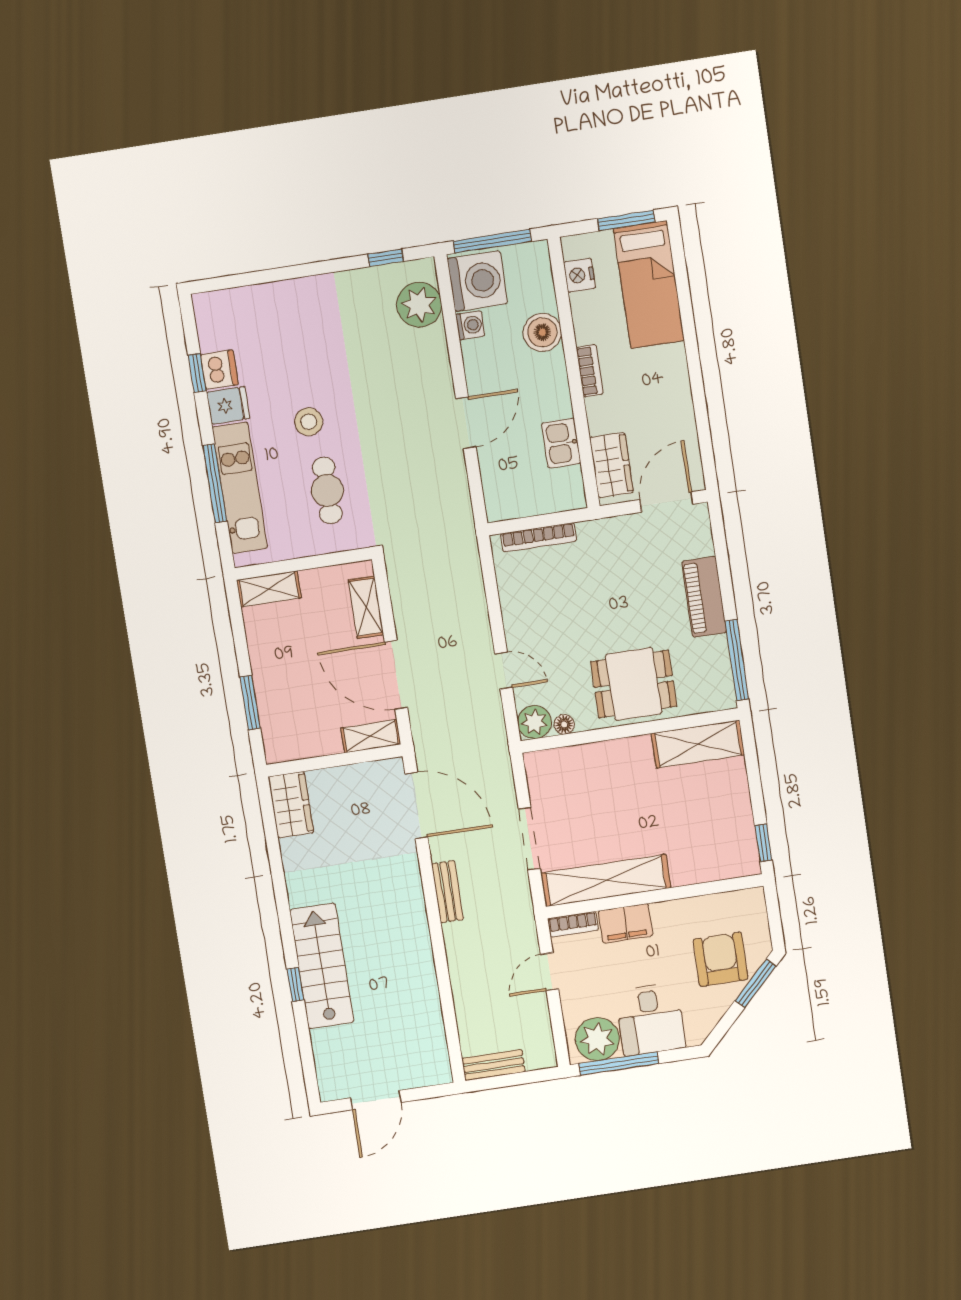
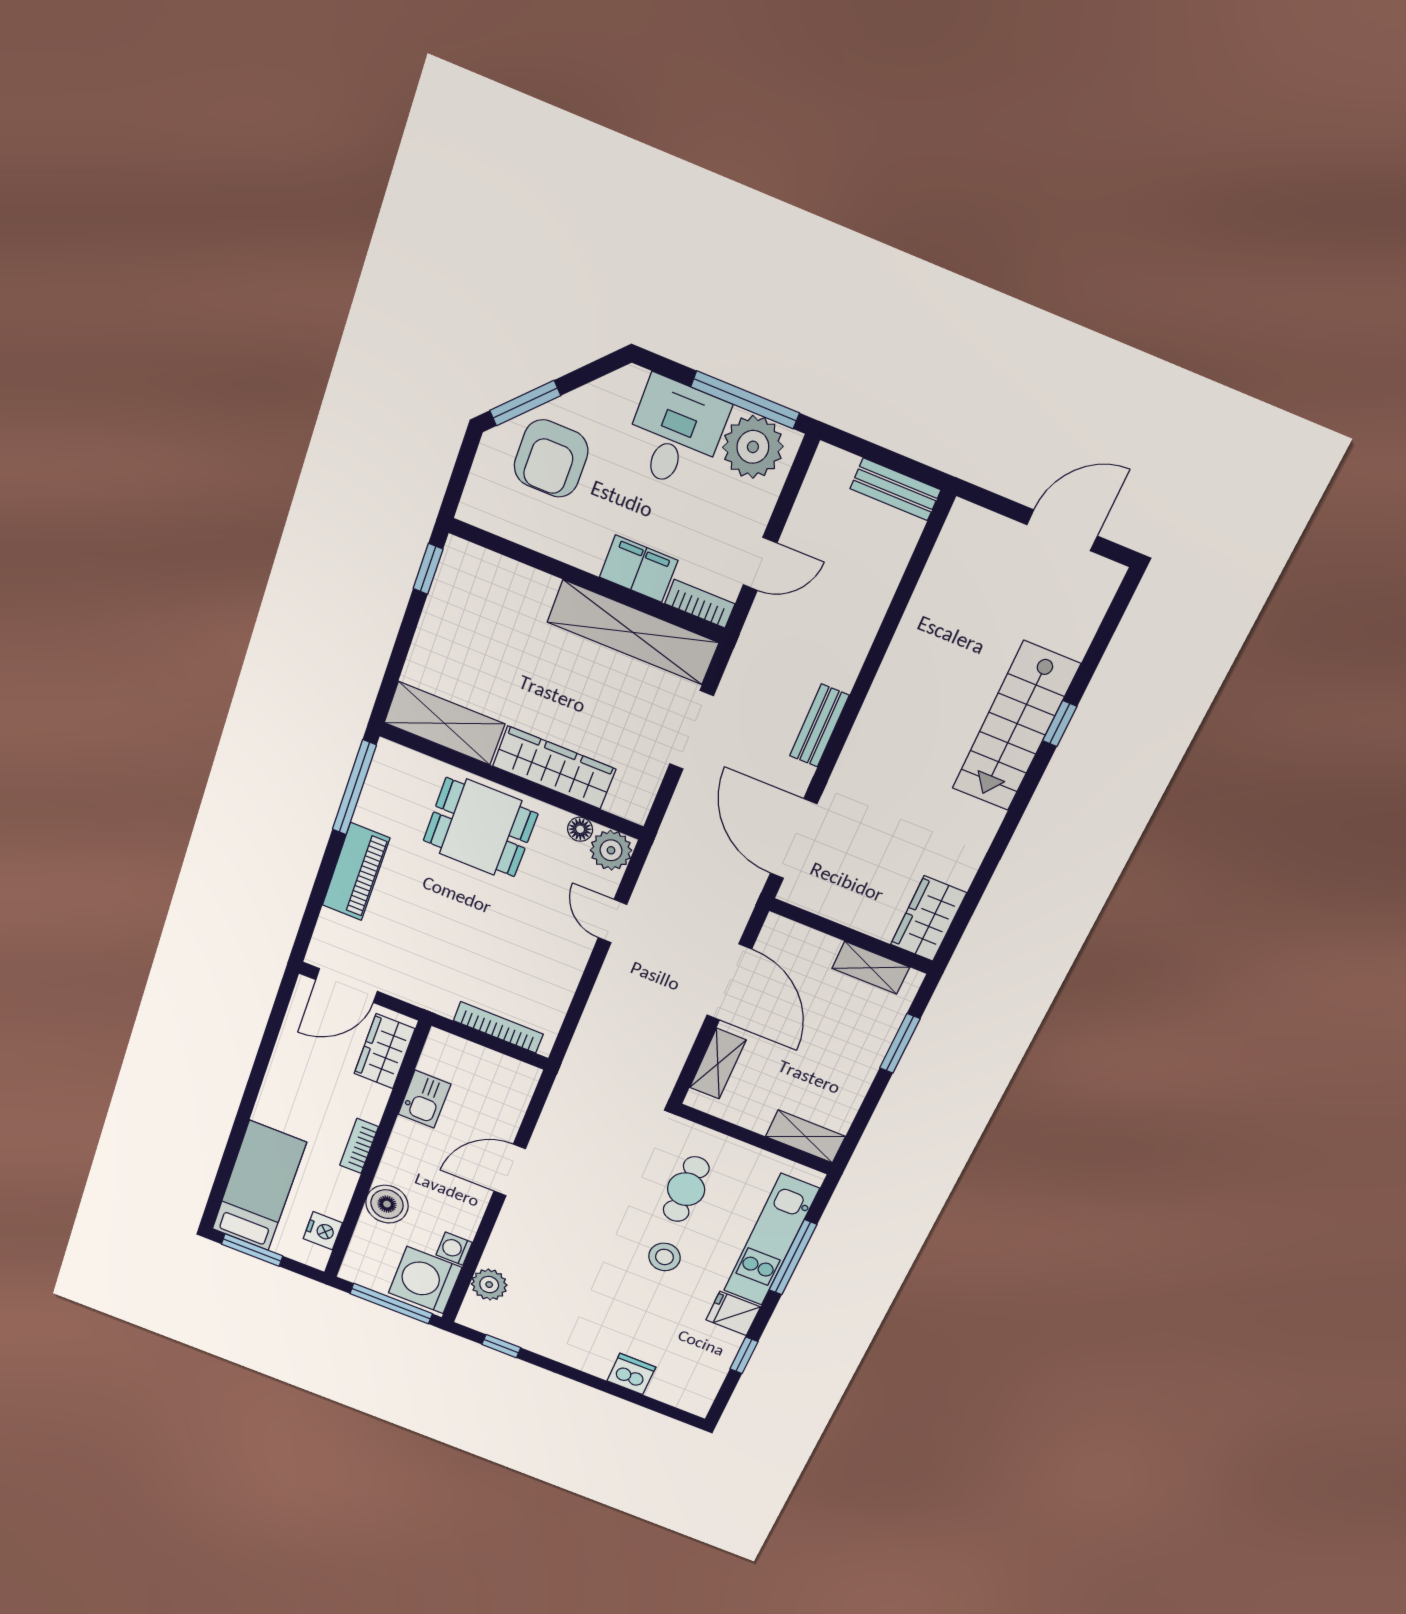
plant: (419, 305) -> (489, 1285), width x0.73, depth x0.73
dishwasher: (219, 370) -> (631, 1374), moved, turned 90
shelving: (371, 736) -> (871, 968), moved
wardrobe: (606, 758) -> (554, 768), added

